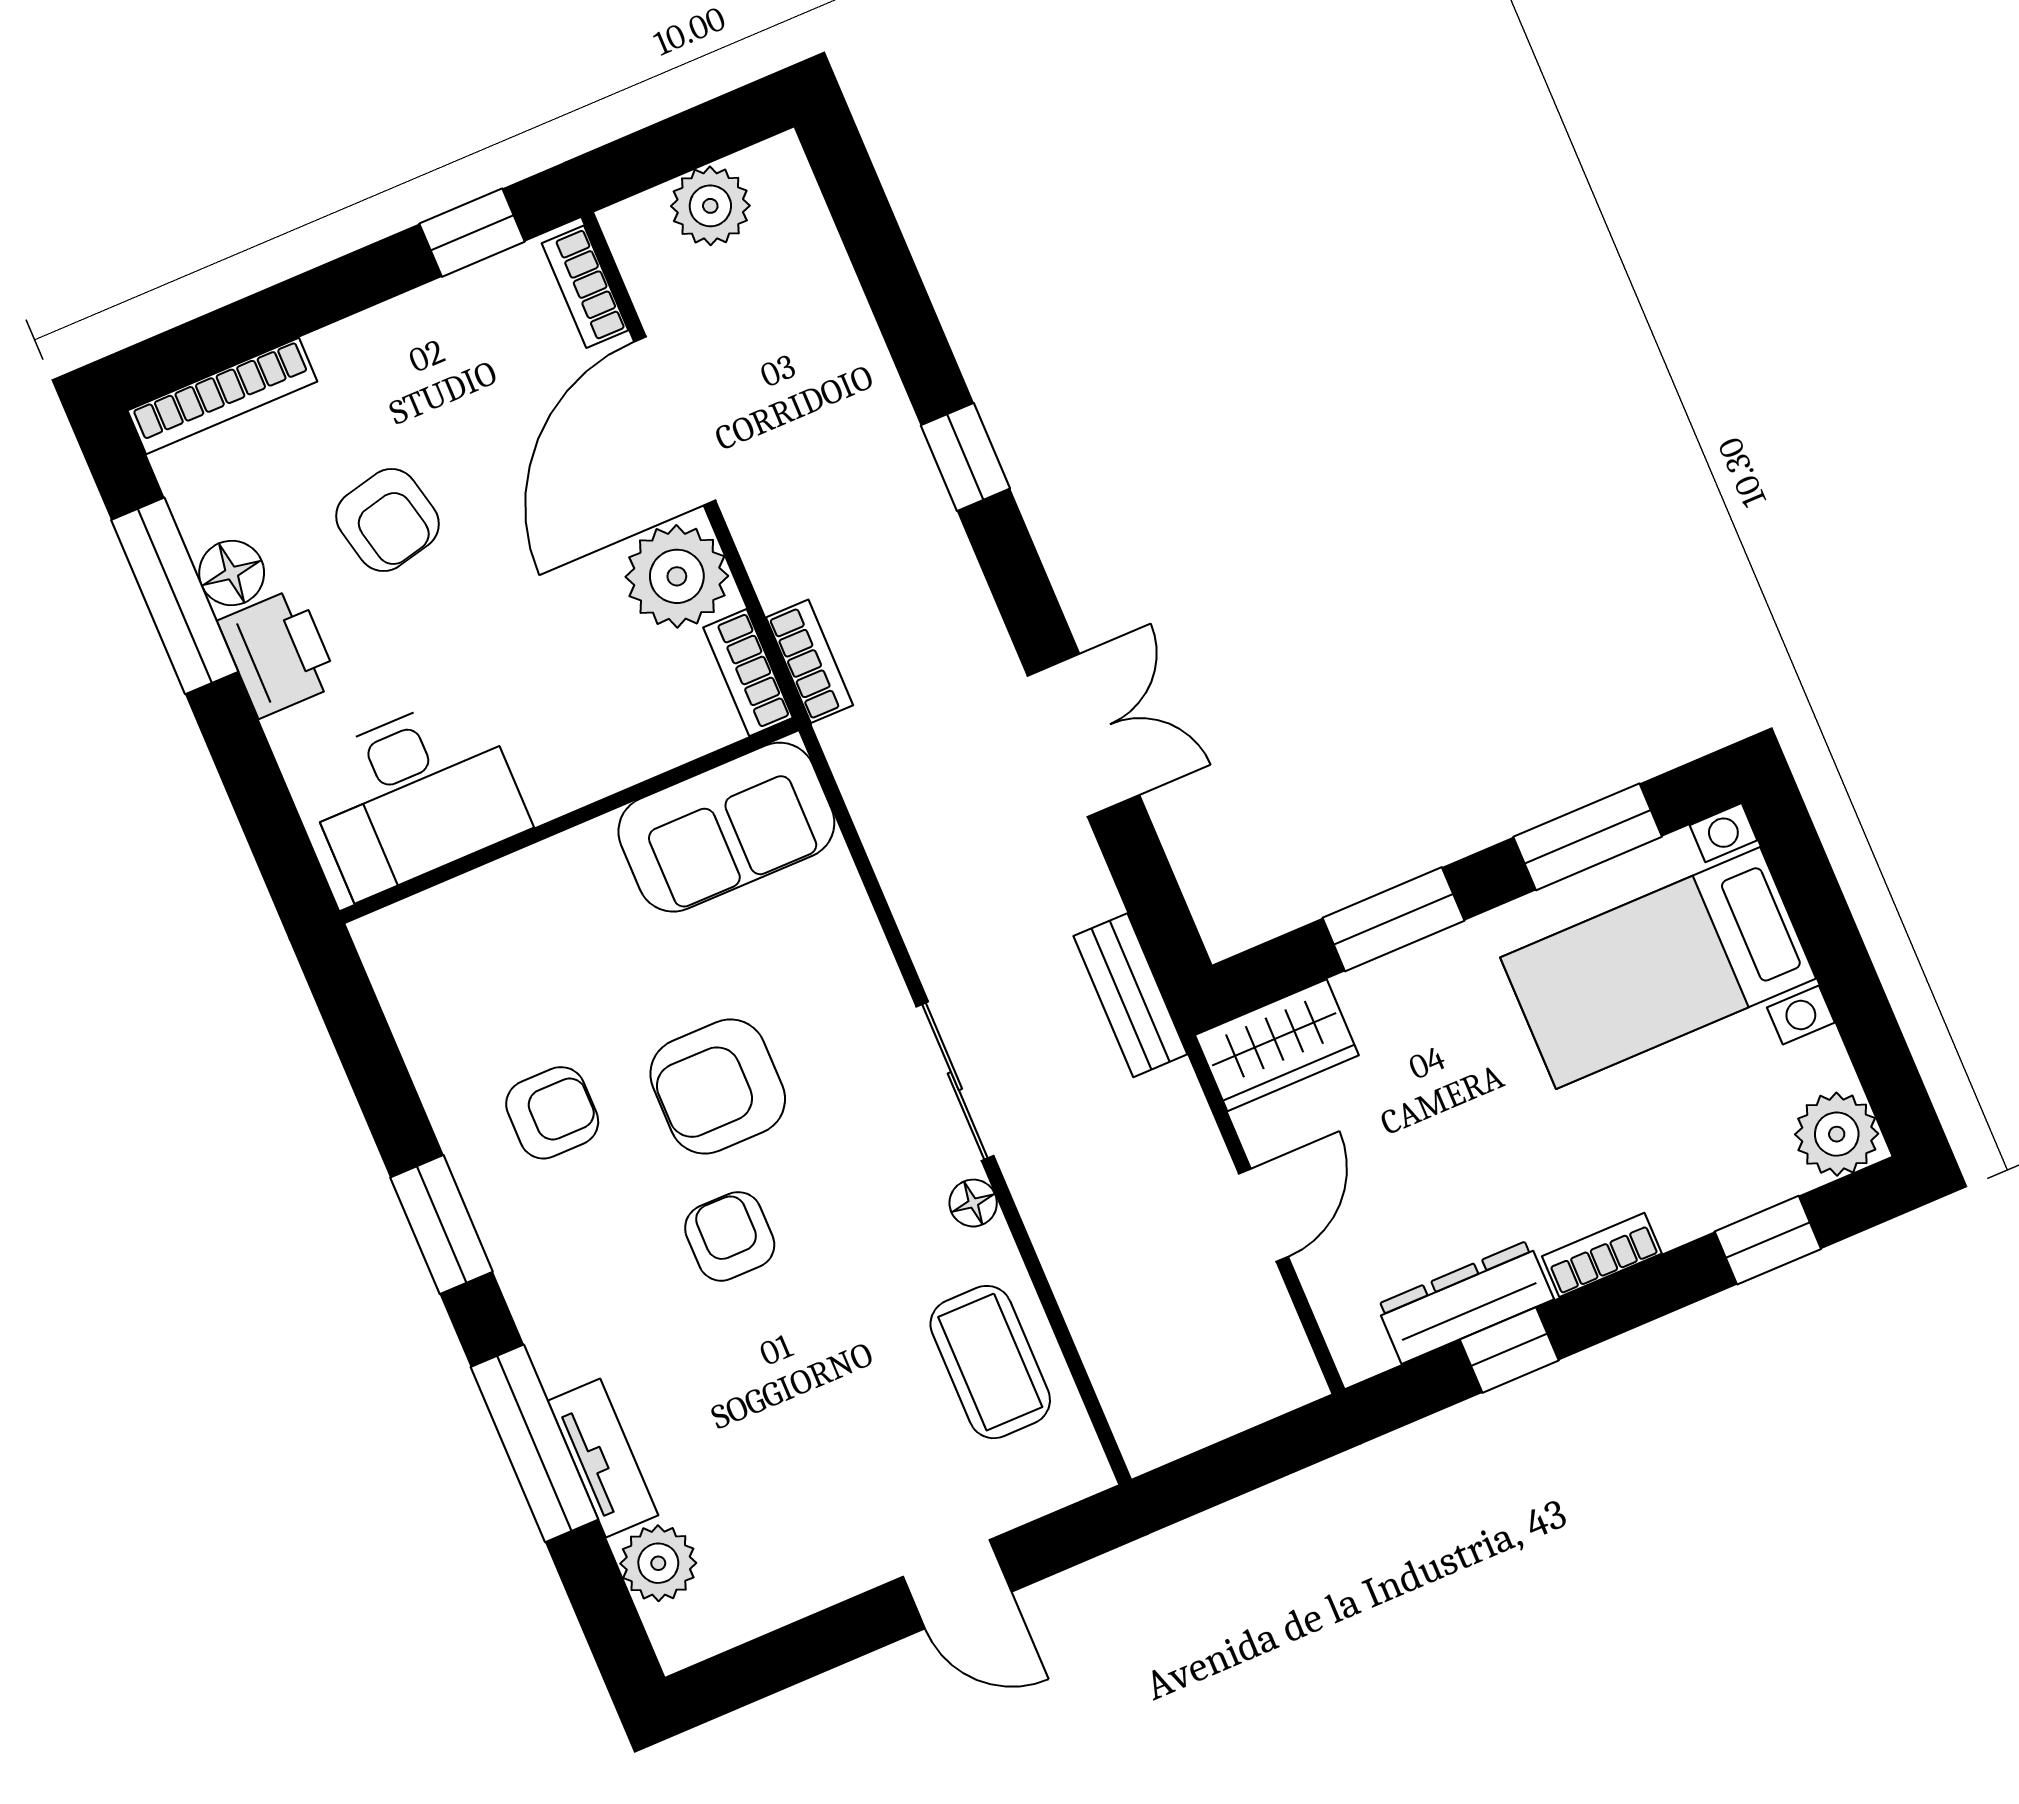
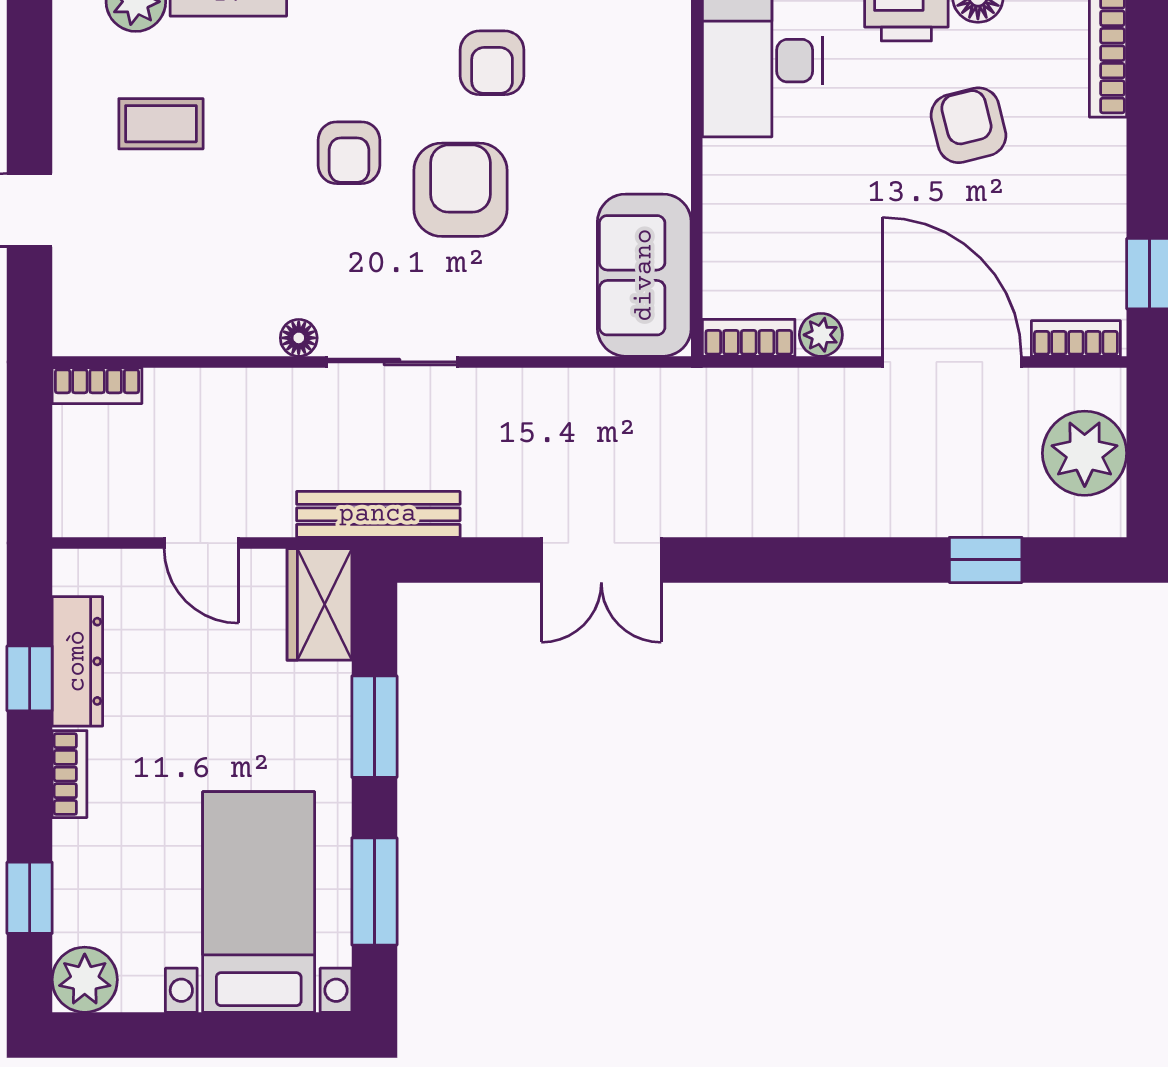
plant: (710, 206) -> (1085, 453), width x1.36, depth x1.36
window: (965, 457) -> (986, 560), moved
armchair: (388, 520) -> (968, 125), turned 89
plant: (677, 576) -> (821, 335), width x0.53, depth x0.53
bookcase: (810, 661) -> (97, 386), moved
bench: (1130, 995) -> (378, 514), width x1.36
armchair: (730, 1236) -> (349, 153), turned 90
coffee table: (990, 1362) -> (161, 124), moved, width x0.73, depth x0.77

